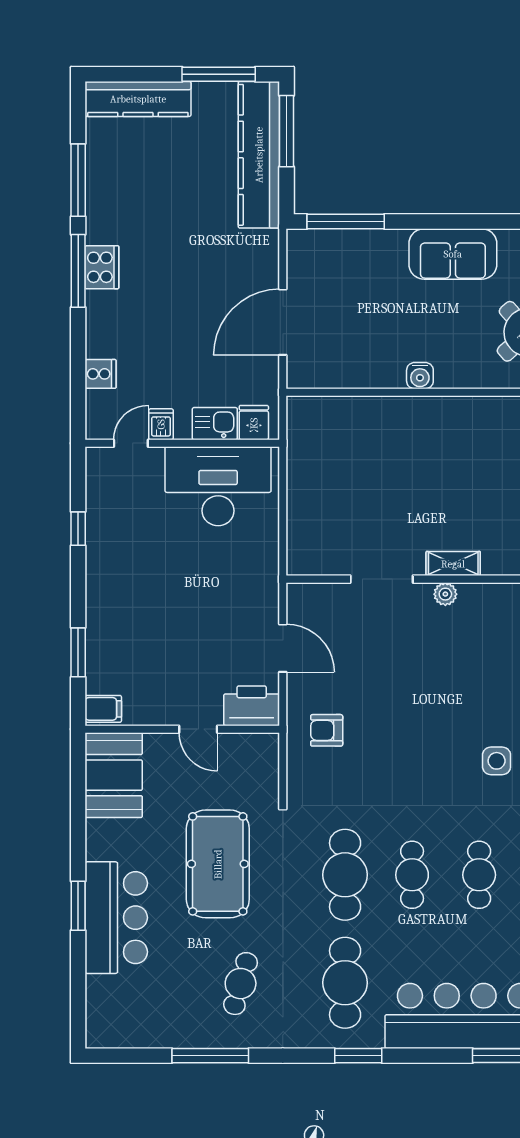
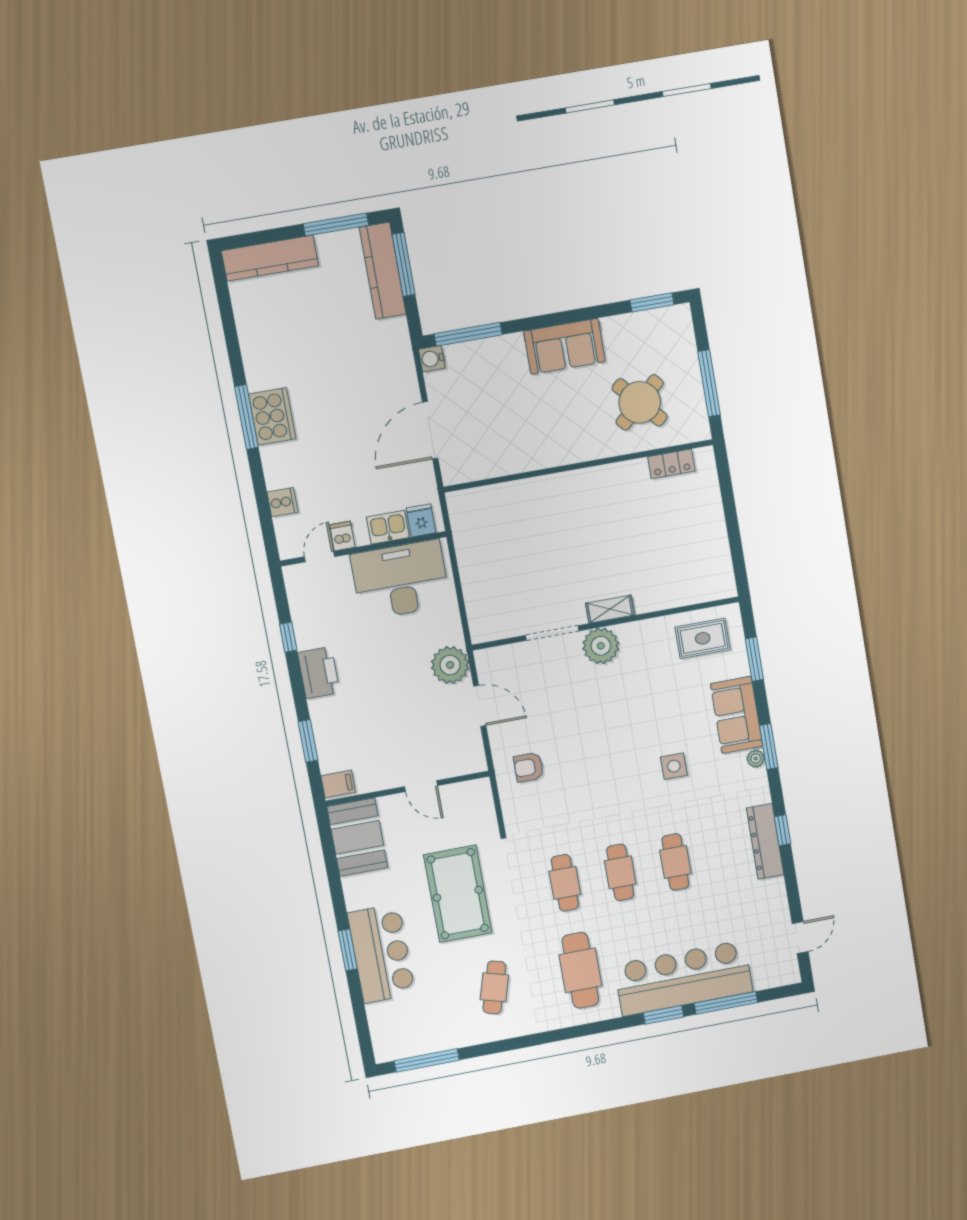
kitchen counter: (259, 155) -> (383, 271), width x0.72, depth x0.86
window: (78, 180) -> (231, 338), removed
cooker: (102, 267) -> (272, 416), width x1.37, depth x1.31
water cooler: (420, 376) -> (432, 359), moved, turned 90
plant: (445, 594) -> (601, 646), width x1.87, depth x1.87
plant: (257, 595) -> (450, 665), added
printer: (252, 706) -> (319, 673), moved, turned 90
cafe table: (345, 875) -> (565, 883), width x0.73, depth x0.74
window: (210, 1056) -> (427, 1060), moved
window: (358, 1056) -> (664, 1015), moved

